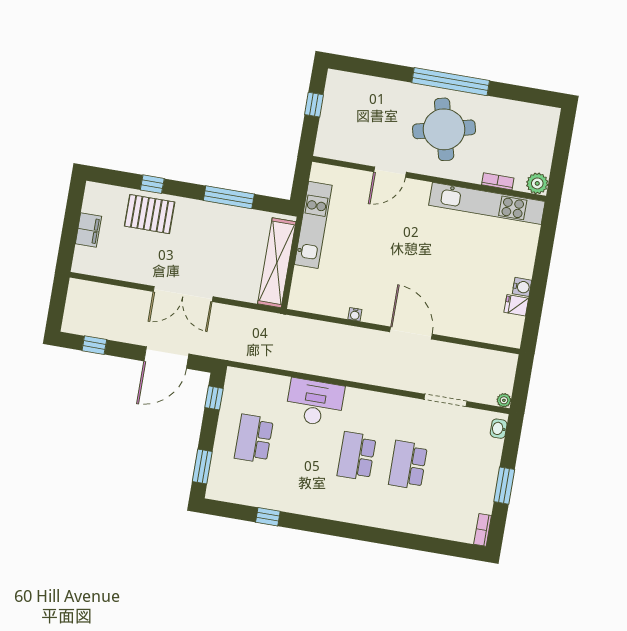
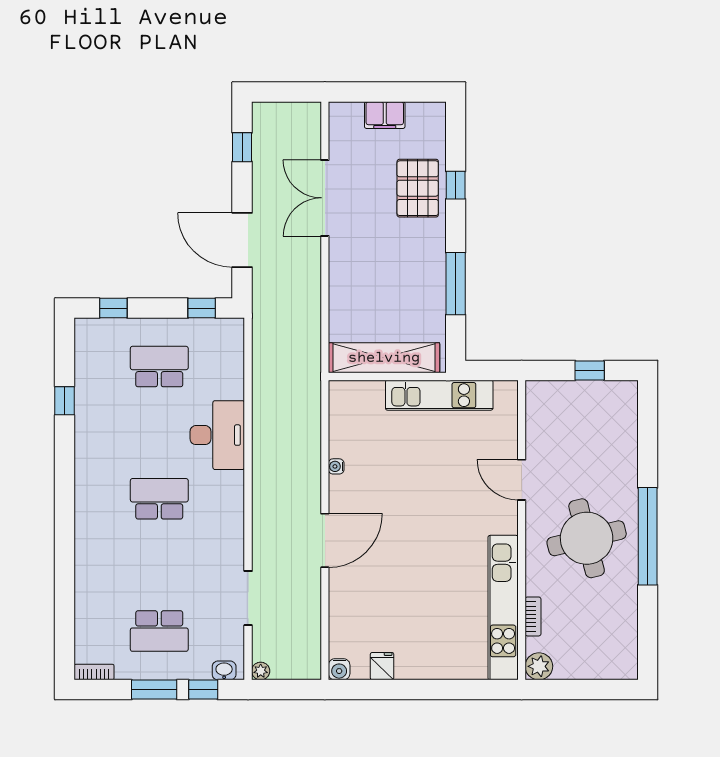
water cooler: (522, 287) -> (339, 669), moved
double door: (183, 294) -> (325, 198), moved
window: (511, 447) -> (203, 690), added
school desk: (408, 465) -> (159, 631), moved, turned 180
window: (202, 466) -> (113, 308), width x0.67

